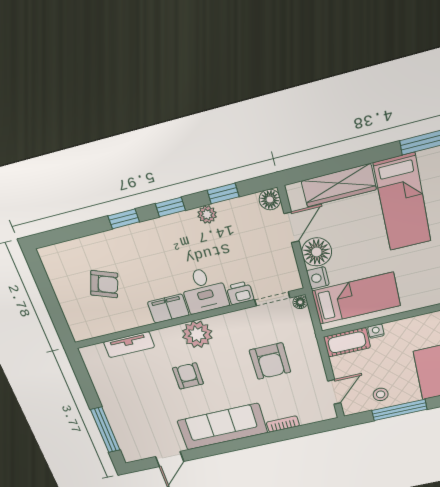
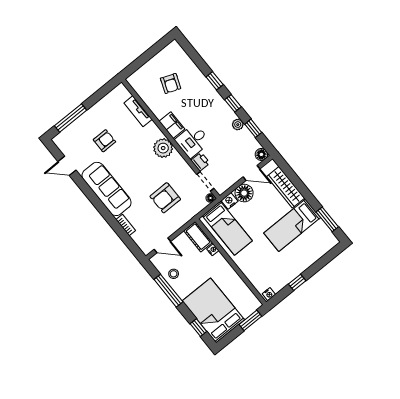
armchair: (188, 376) -> (104, 141), moved

